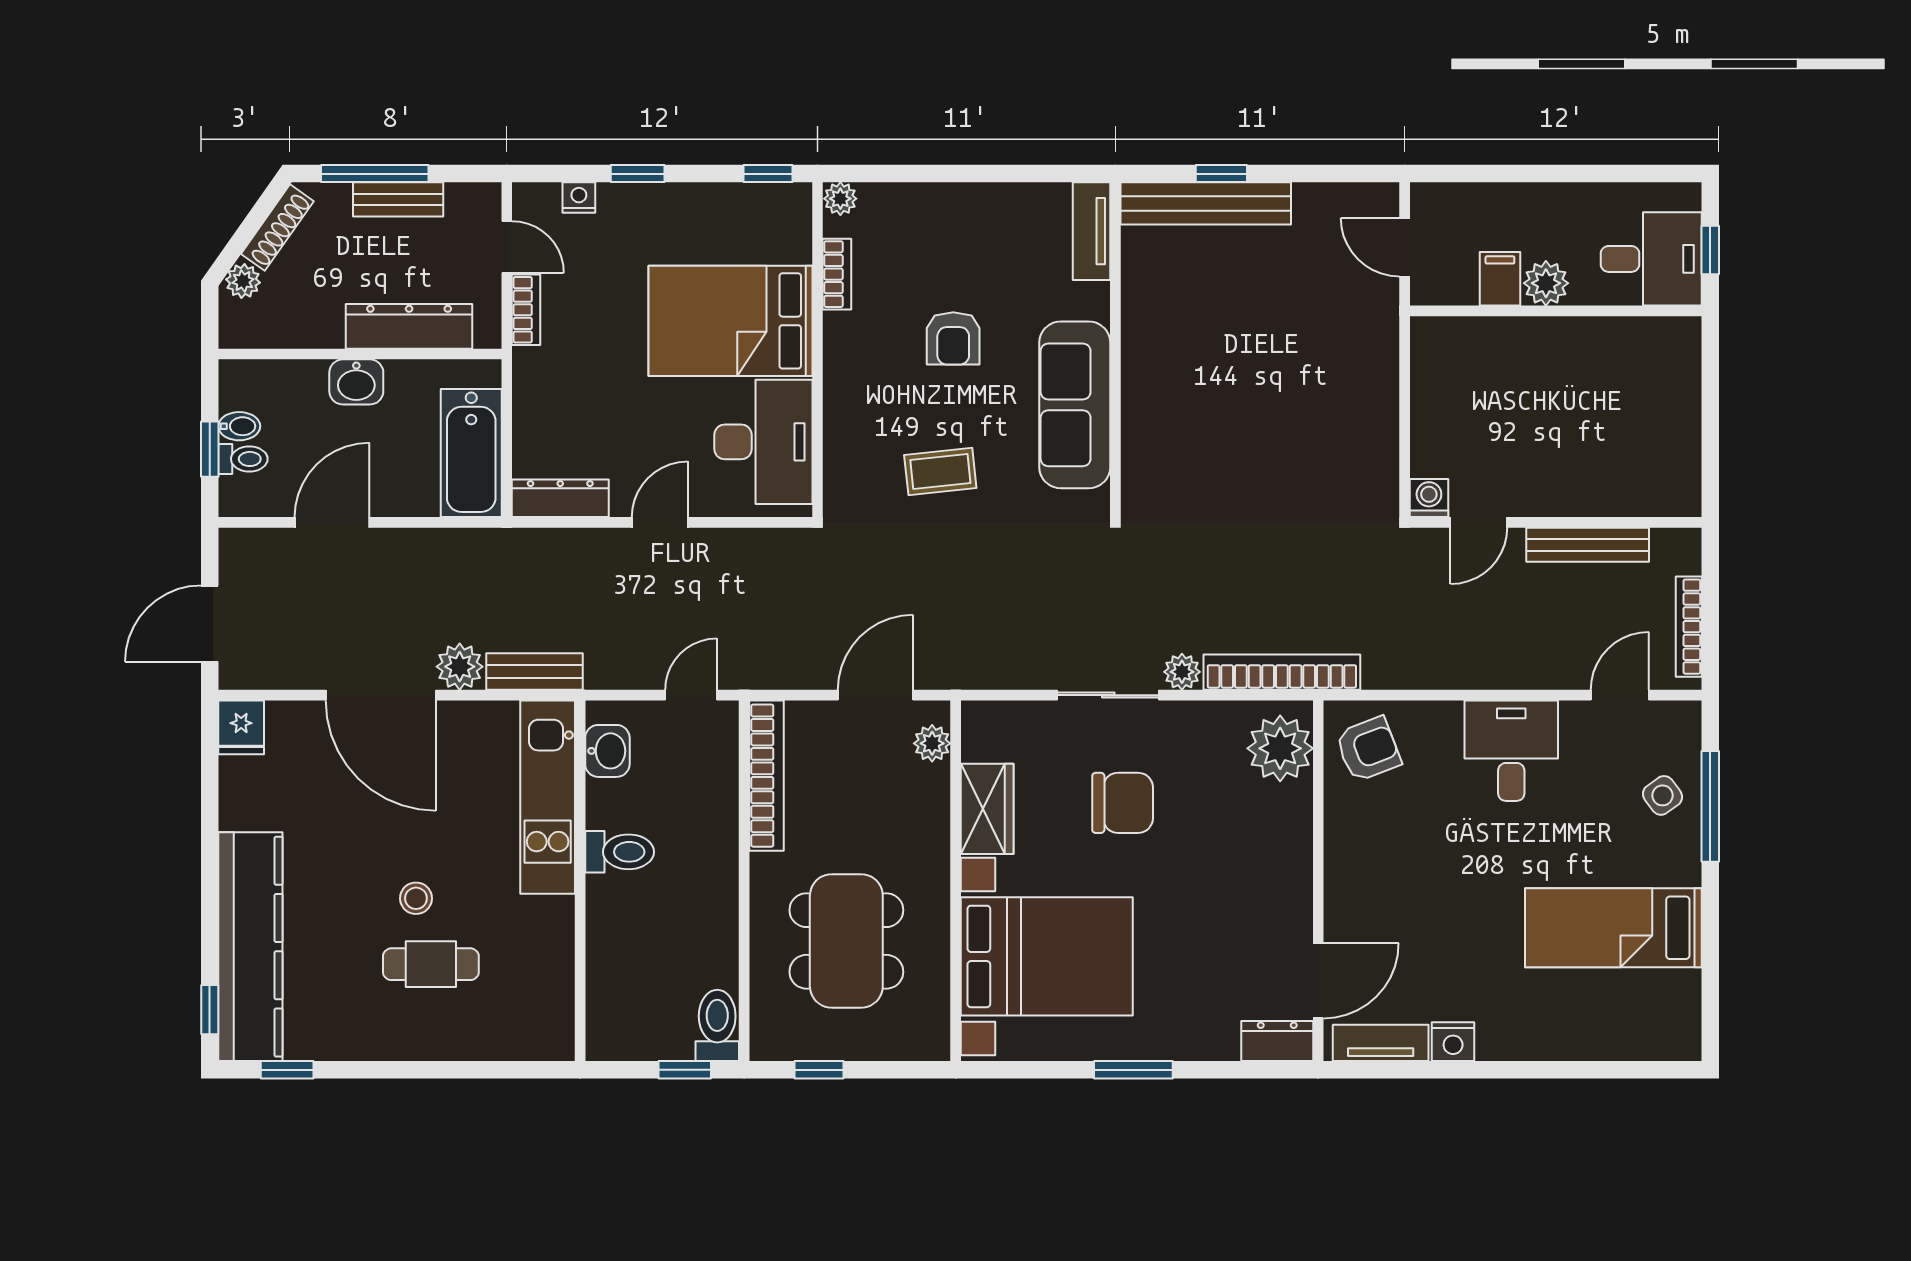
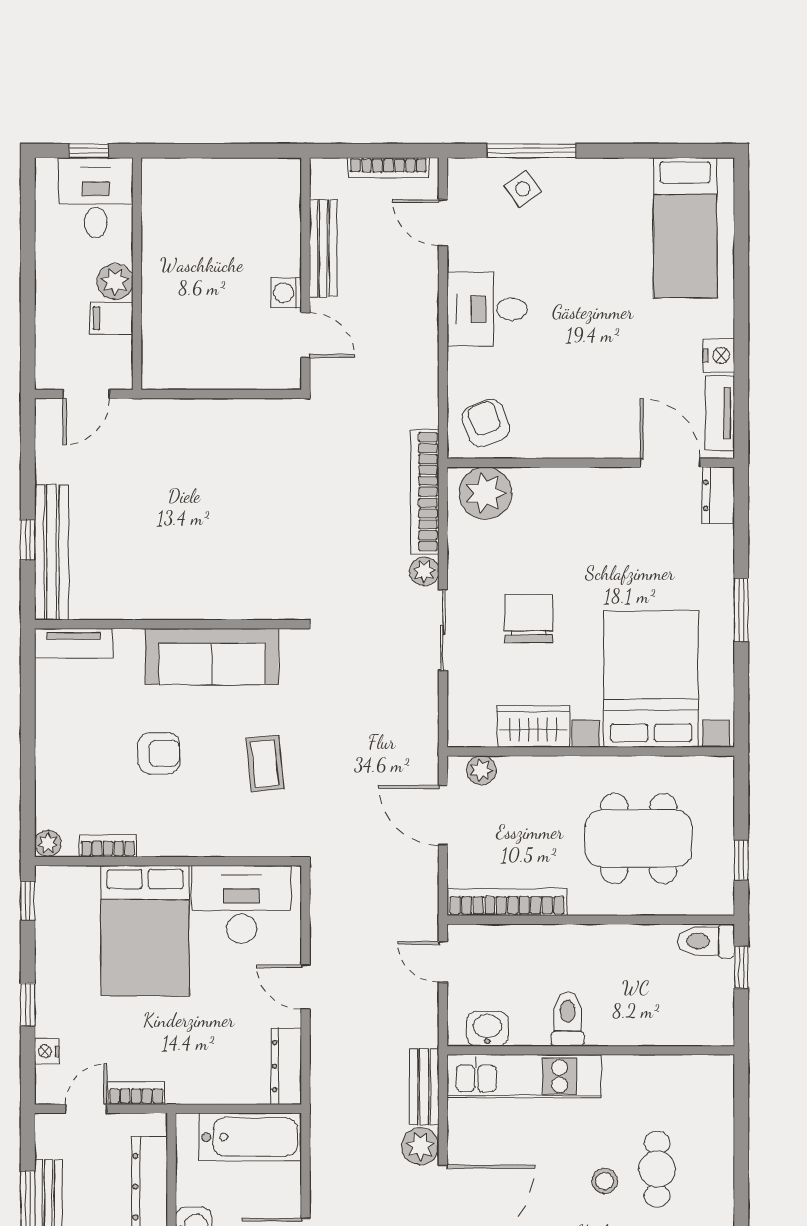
washing machine: (1429, 498) -> (286, 293), moved
bed: (1613, 928) -> (685, 228), moved

